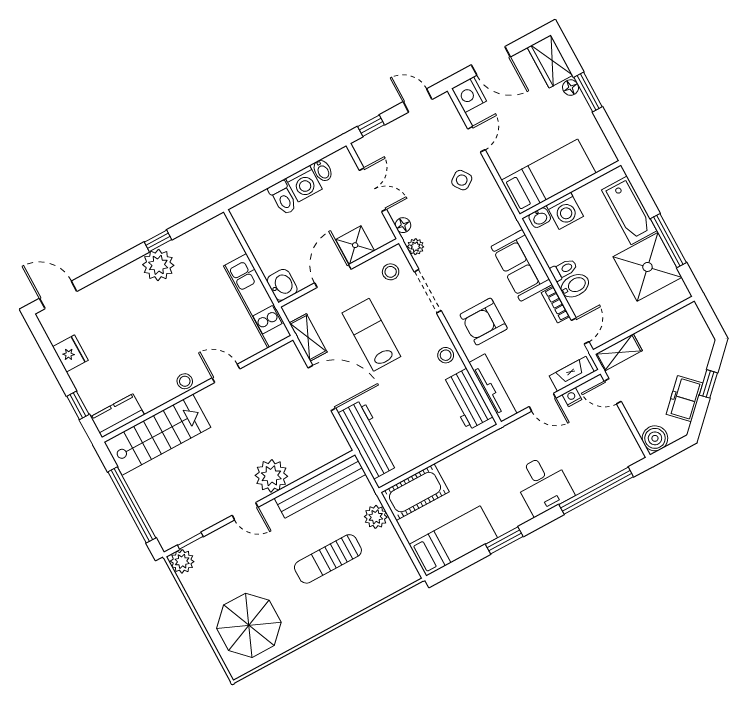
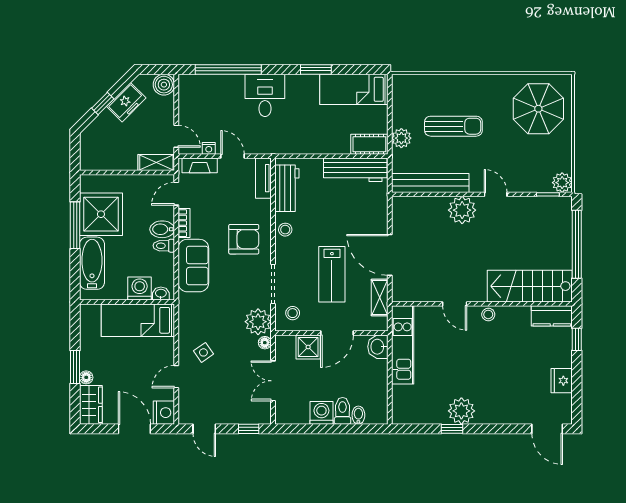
bidet: (323, 170) -> (358, 415), moved
plant: (416, 247) -> (258, 322), width x1.88, depth x1.88
tv unit: (493, 388) -> (263, 178), width x0.71
workbench: (368, 439) -> (355, 170), moved, turned -90
cot: (415, 492) -> (369, 144), width x0.73, depth x0.75

